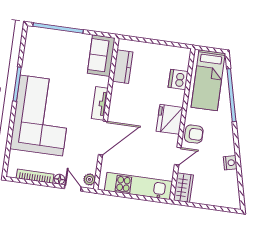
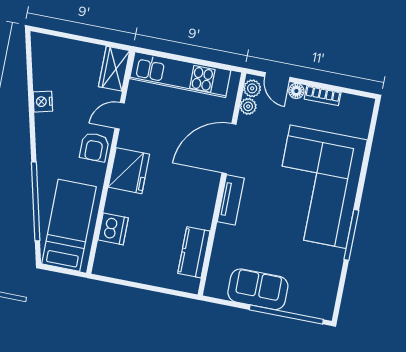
sofa: (101, 56) -> (258, 289), moved, turned -90
armchair: (194, 134) -> (94, 147), turned -90
plant: (91, 167) -> (248, 106), added
bookcase: (35, 176) -> (323, 96), width x0.64

